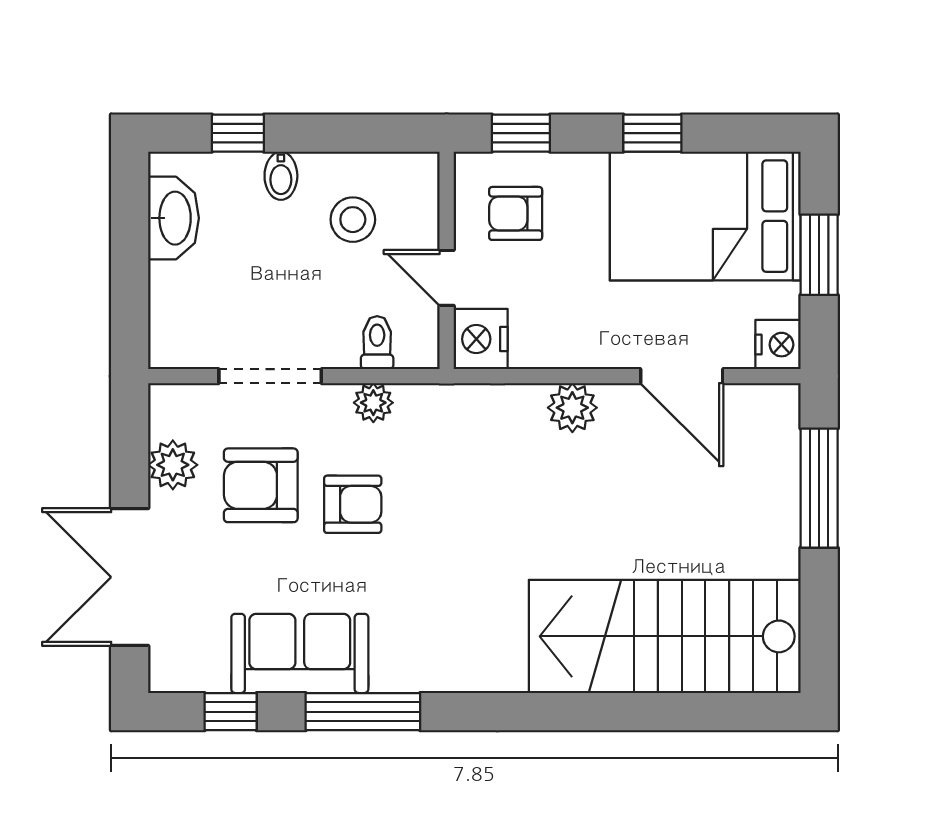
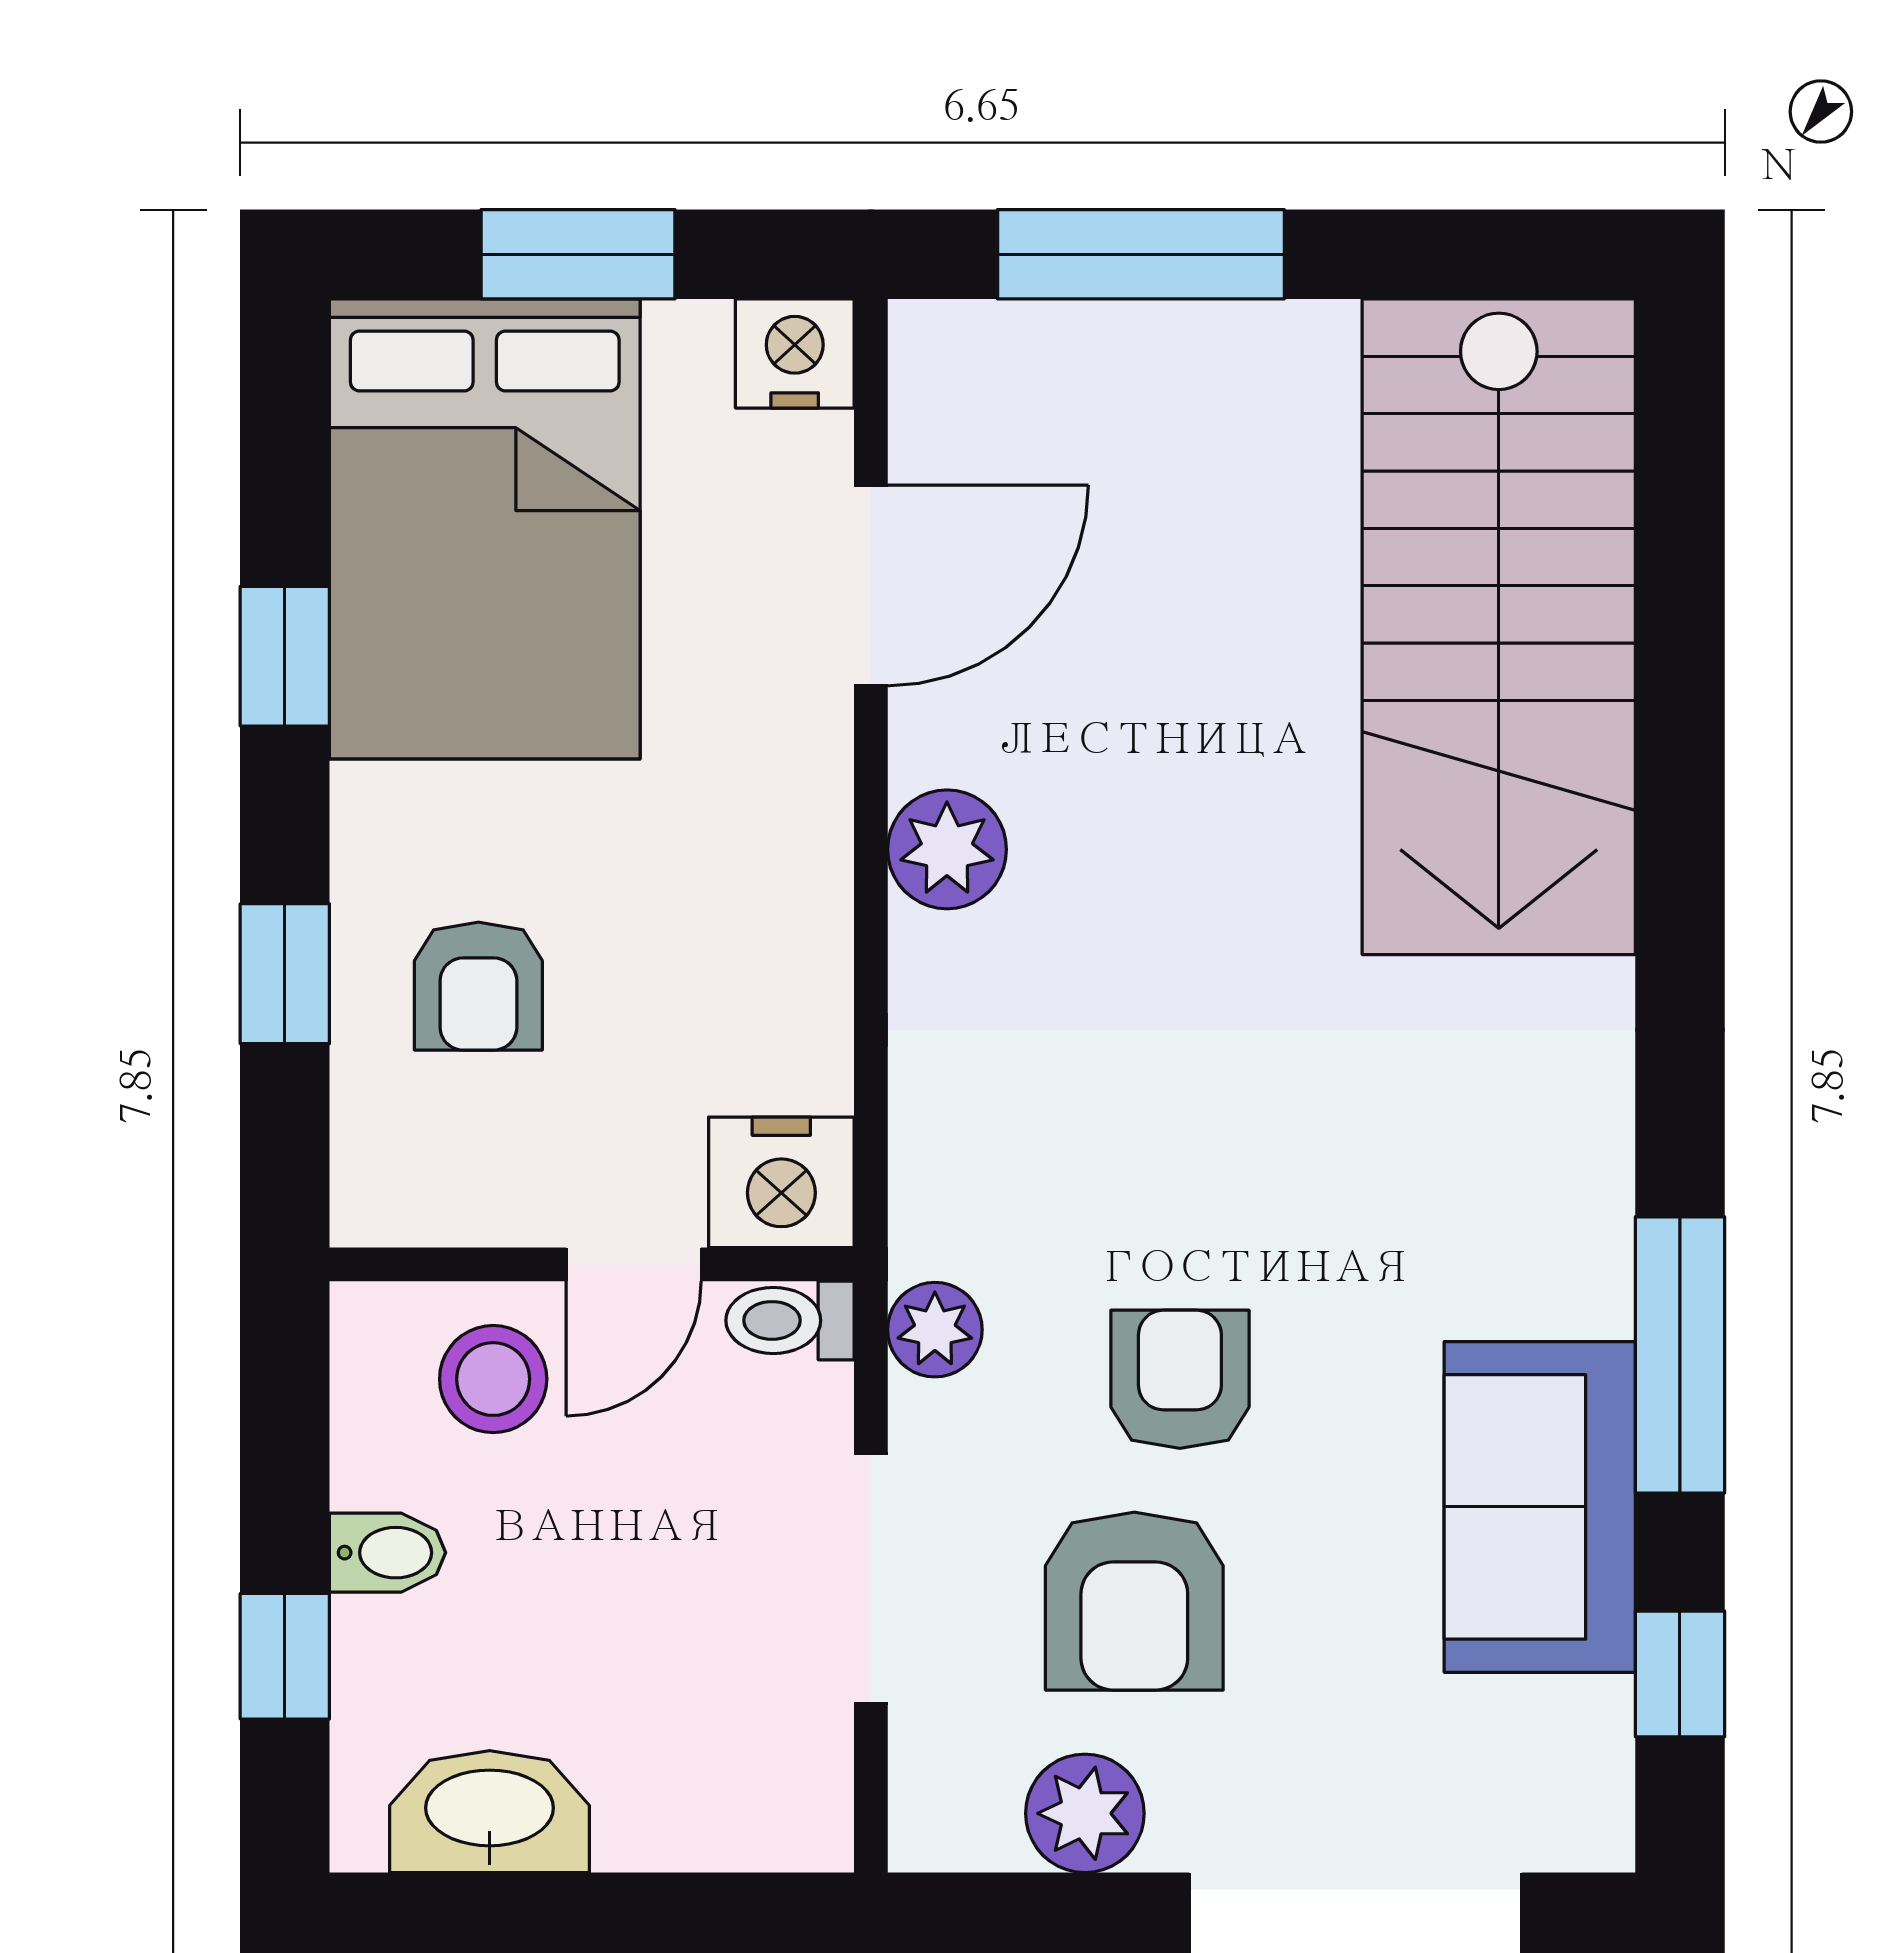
wall: (447, 260) -> (592, 1264), moved
door: (447, 278) -> (634, 1264), moved
nightstand: (481, 339) -> (781, 1182), moved

